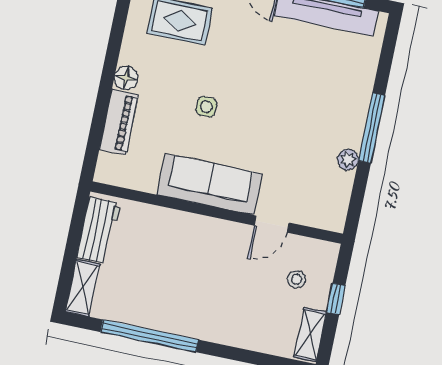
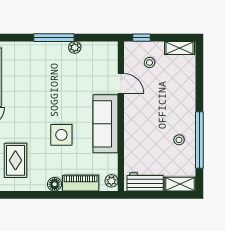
side table: (206, 107) -> (61, 135), width x1.87, depth x1.87
plant: (112, 174) -> (111, 181), added
window: (336, 299) -> (142, 38), moved
stool: (157, 302) -> (179, 140), added

